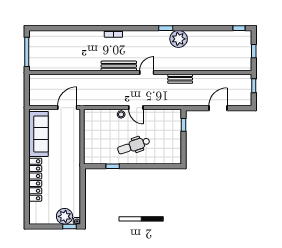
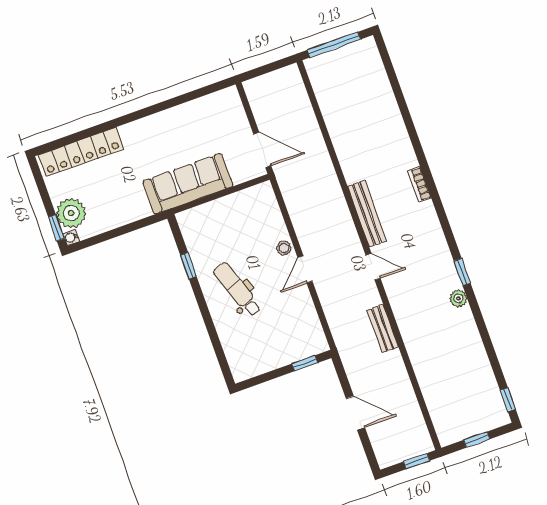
plant: (179, 39) -> (458, 298), width x0.53, depth x0.53
sofa: (39, 134) -> (188, 184), moved, turned 180
locker: (35, 180) -> (81, 152), moved

